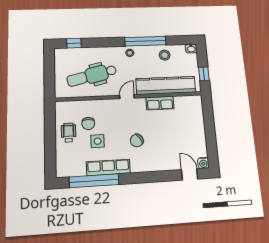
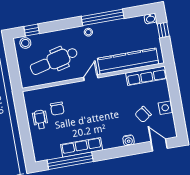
stool: (165, 55) -> (25, 43), moved
window: (204, 74) -> (163, 30), moved
row of seats: (160, 103) -> (146, 76), moved, width x1.48
side table: (98, 141) -> (165, 108), moved
chair: (137, 141) -> (143, 114), moved
water cooler: (203, 163) -> (129, 140), moved

